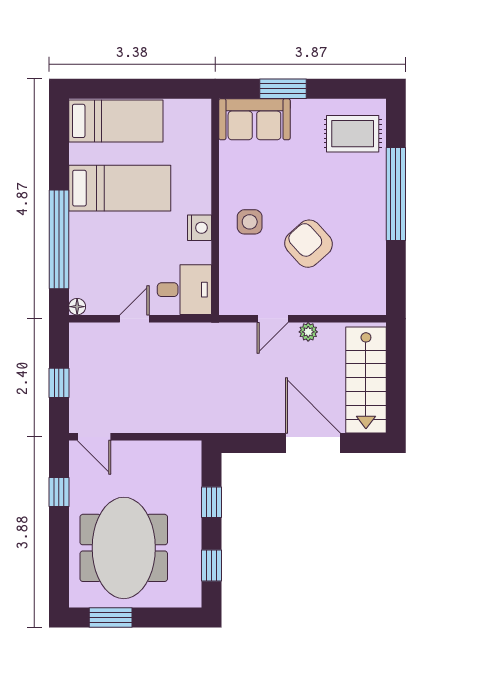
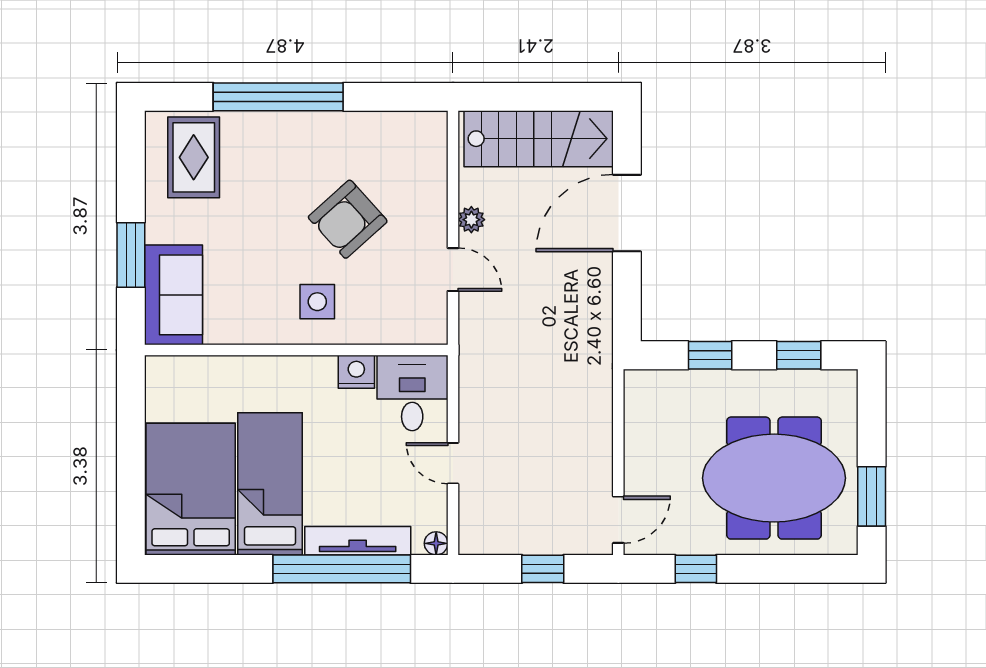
bed: (116, 121) -> (191, 489), width x1.50
nightstand: (200, 228) -> (356, 372), moved
tv unit: (79, 251) -> (358, 541), added

